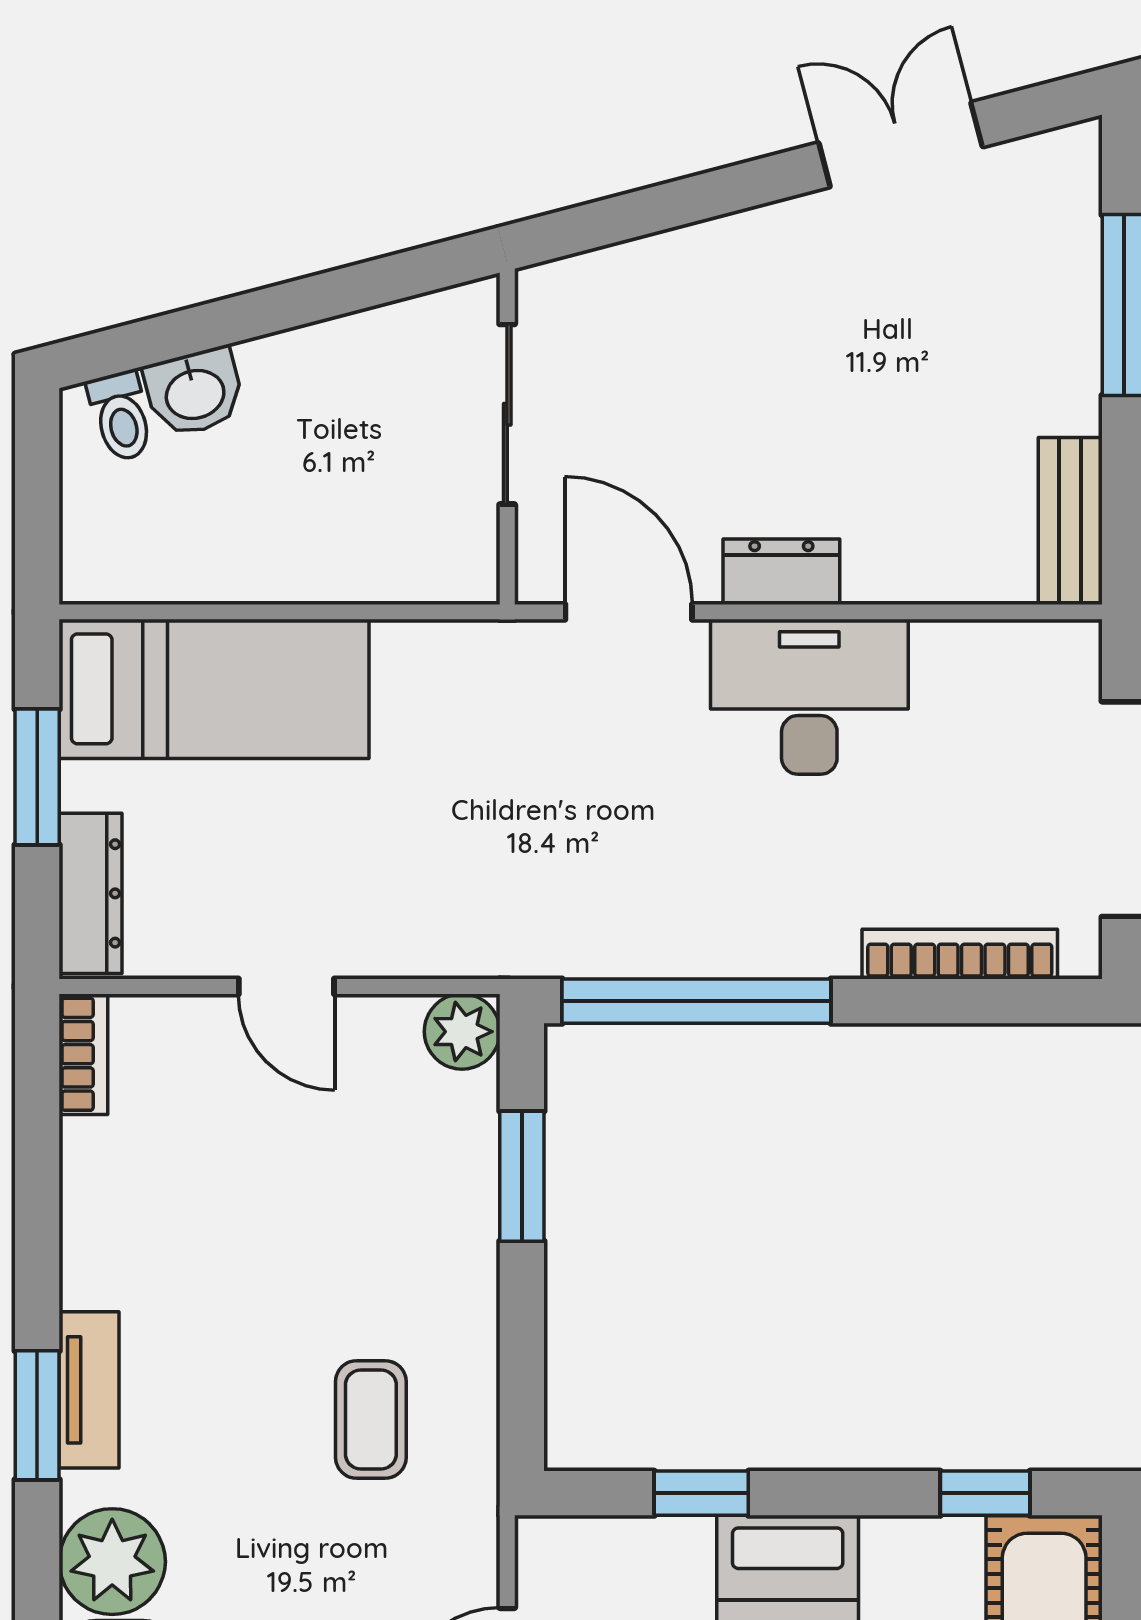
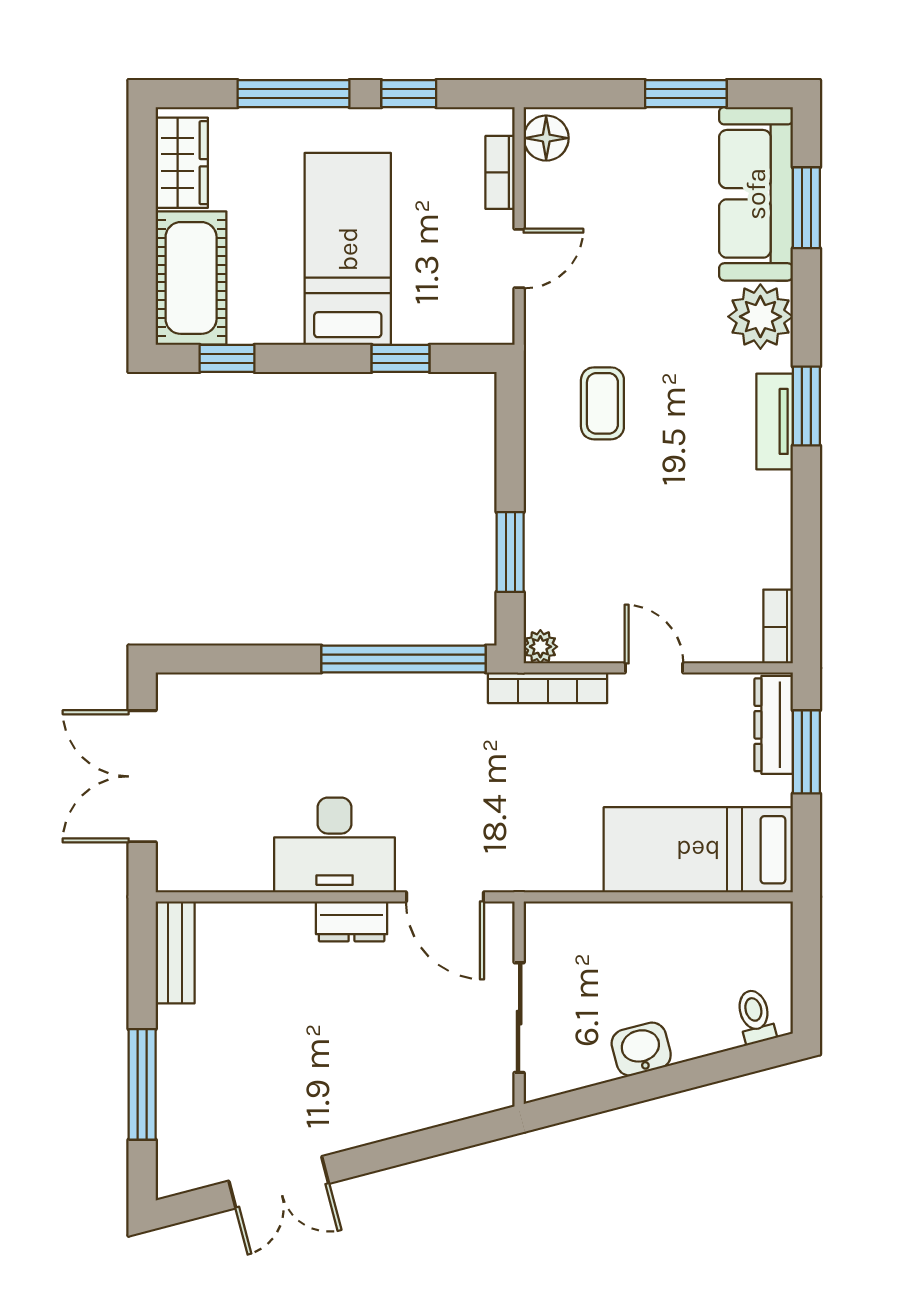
washbasin: (194, 392) -> (641, 1049), moved
window: (37, 777) -> (806, 752), moved
bookcase: (960, 954) -> (548, 688), moved
plant: (462, 1032) -> (540, 647), width x0.73, depth x0.73

